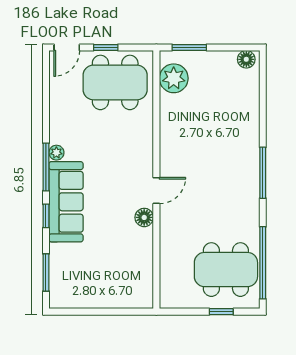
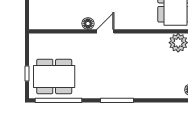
door: (156, 191) -> (105, 31), swing flipped
dining table: (226, 270) -> (54, 76), turned 90

